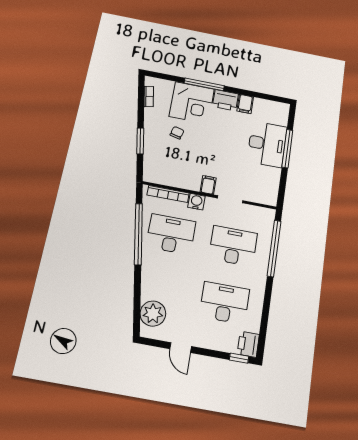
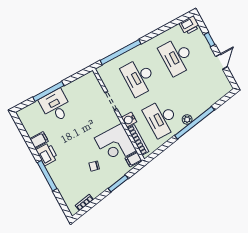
corner desk: (192, 103) -> (115, 144), moved, turned 180
desk: (267, 144) -> (56, 106), width x0.73
filing cabinet: (208, 185) -> (134, 159), moved
window: (138, 234) -> (195, 123), moved
plant: (153, 314) -> (187, 120), moved, width x0.53, depth x0.53
window: (239, 358) -> (210, 40), moved

